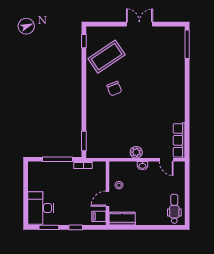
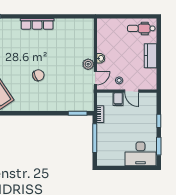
chair: (114, 89) -> (38, 75), moved
row of seats: (179, 140) -> (37, 24), moved
door: (166, 160) -> (95, 78), moved
filing cabinet: (99, 216) -> (118, 99), moved
kitchen counter: (122, 219) -> (151, 56), moved

